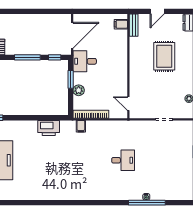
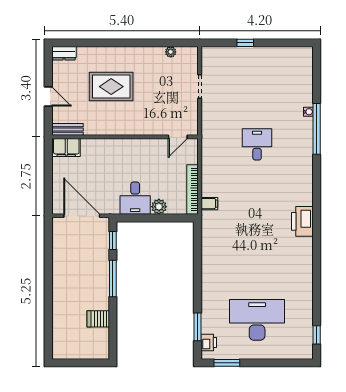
filing cabinet: (121, 24) -> (66, 147), width x2.00
desk: (85, 61) -> (135, 198), moved
window: (71, 79) -> (144, 218), removed
printer: (49, 128) -> (302, 221), moved, turned 180
window: (147, 203) -> (317, 129), moved

